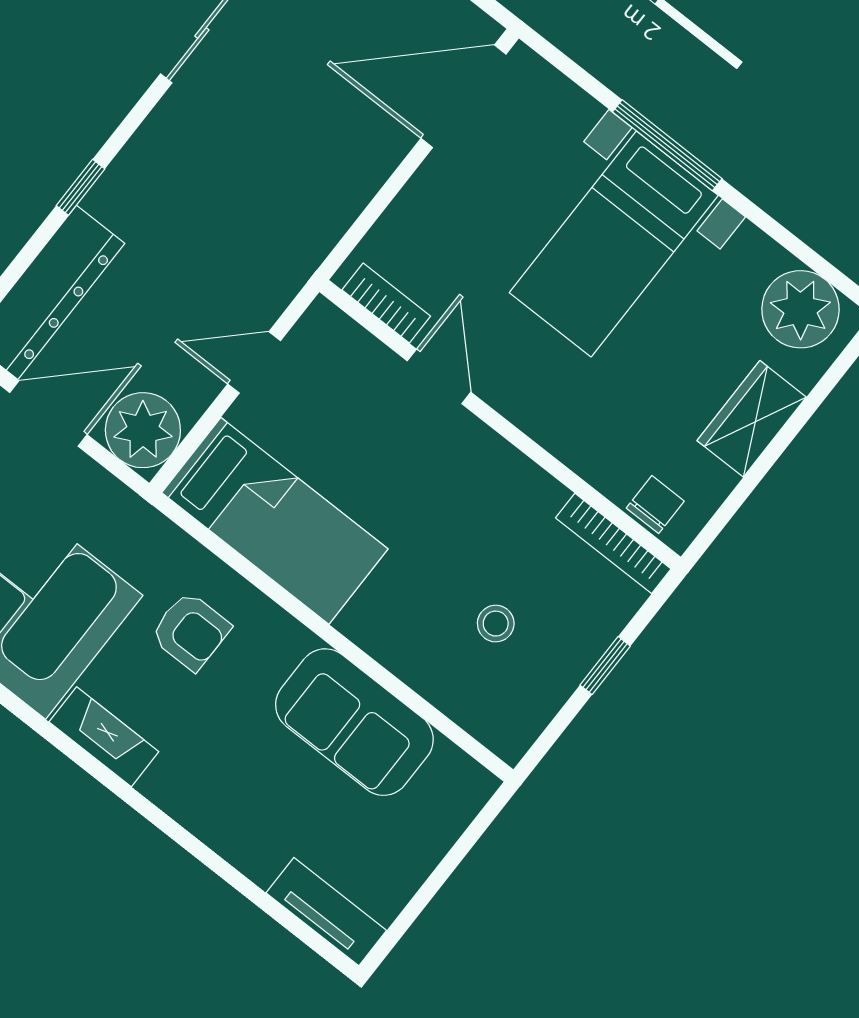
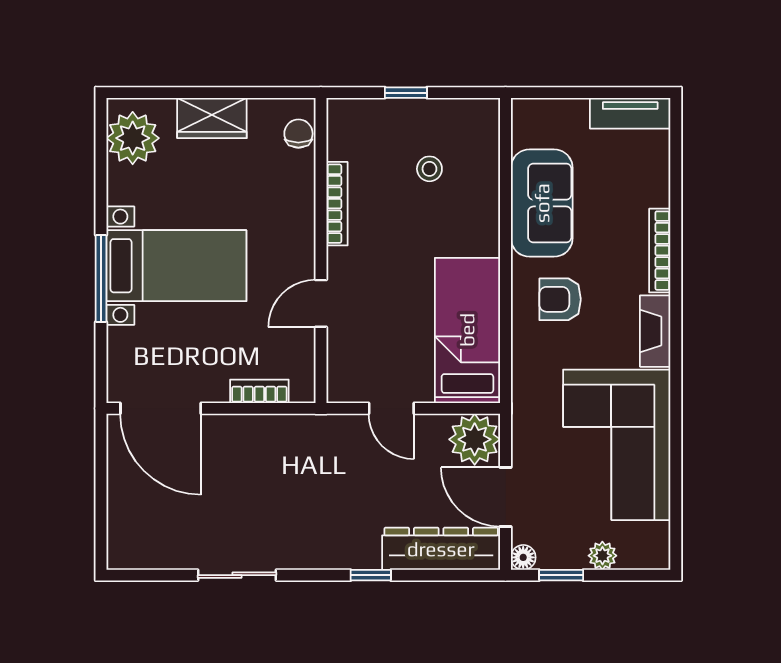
bookcase: (386, 303) -> (259, 391), moved, turned 90
chair: (655, 505) -> (298, 134), turned 90
bookcase: (613, 543) -> (337, 204), moved
armchair: (191, 631) -> (560, 299), moved, turned -90
bookcase: (193, 815) -> (660, 251), added
tv unit: (326, 912) -> (630, 113), moved, turned -90

